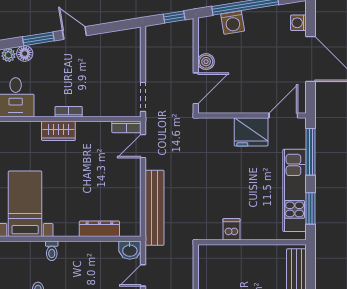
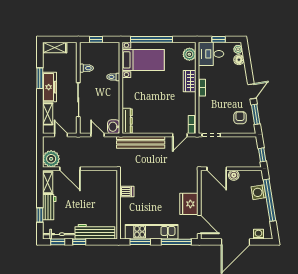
window: (38, 39) -> (256, 114), moved
armchair: (116, 52) -> (240, 118), added
plant: (16, 131) -> (189, 54), added
door: (143, 146) -> (180, 135), swing flipped
dresser: (99, 229) -> (127, 121), moved

